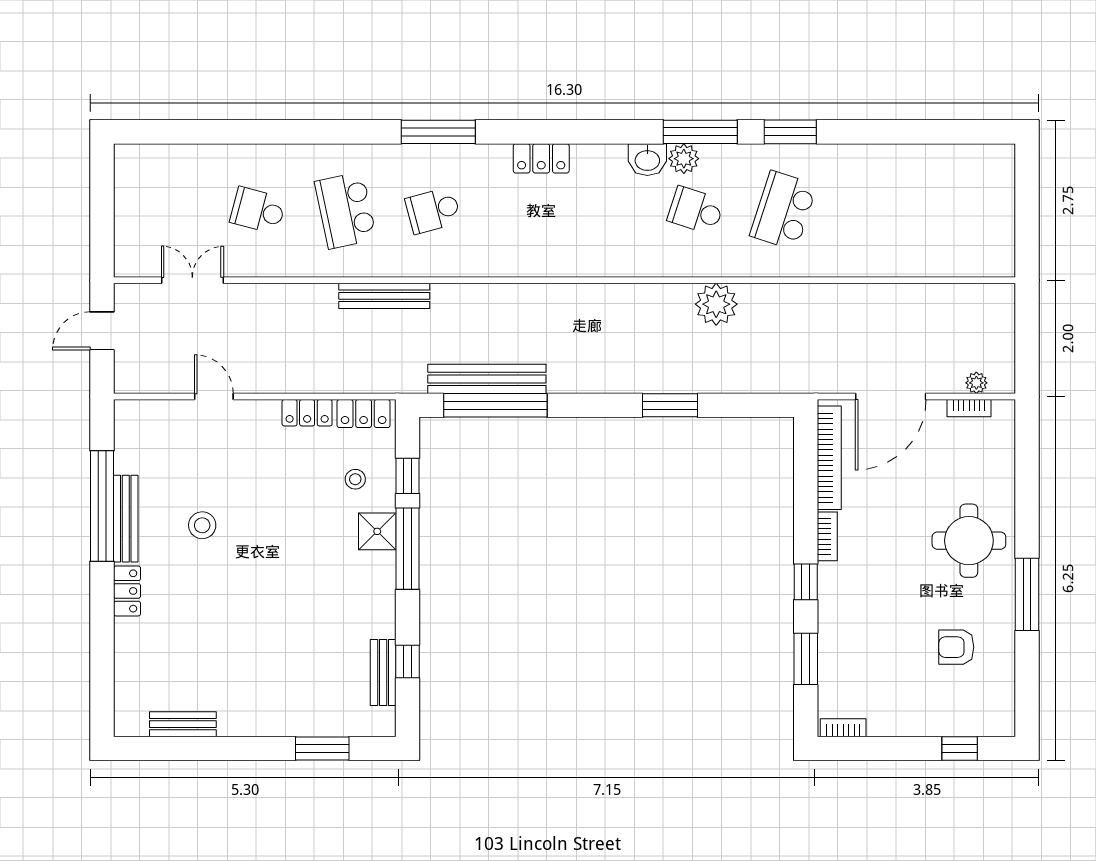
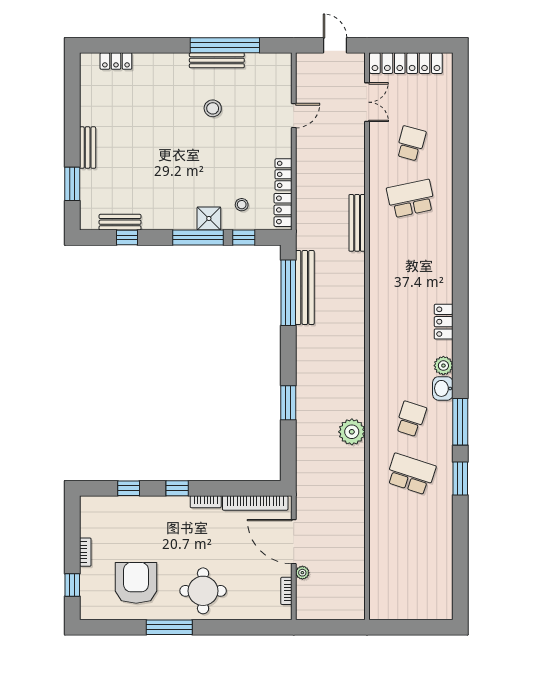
window: (438, 132) -> (460, 257), removed
plant: (684, 159) -> (443, 366), moved
school desk: (433, 210) -> (411, 254), removed
locker: (130, 218) -> (406, 63), added
plant: (976, 383) -> (302, 573), moved
locker: (127, 591) -> (116, 61), moved
armchair: (956, 647) -> (136, 583), width x1.88, depth x1.88
window: (806, 659) -> (129, 488), width x0.67
bench: (183, 724) -> (88, 148), moved
bookcase: (843, 728) -> (85, 552), moved

